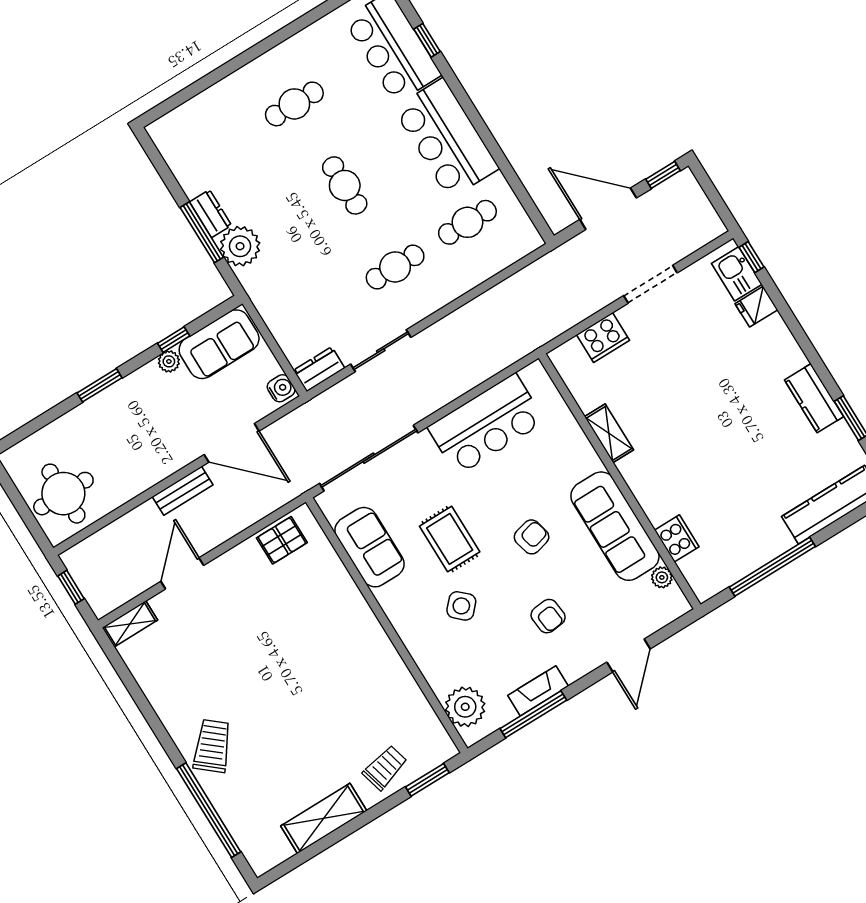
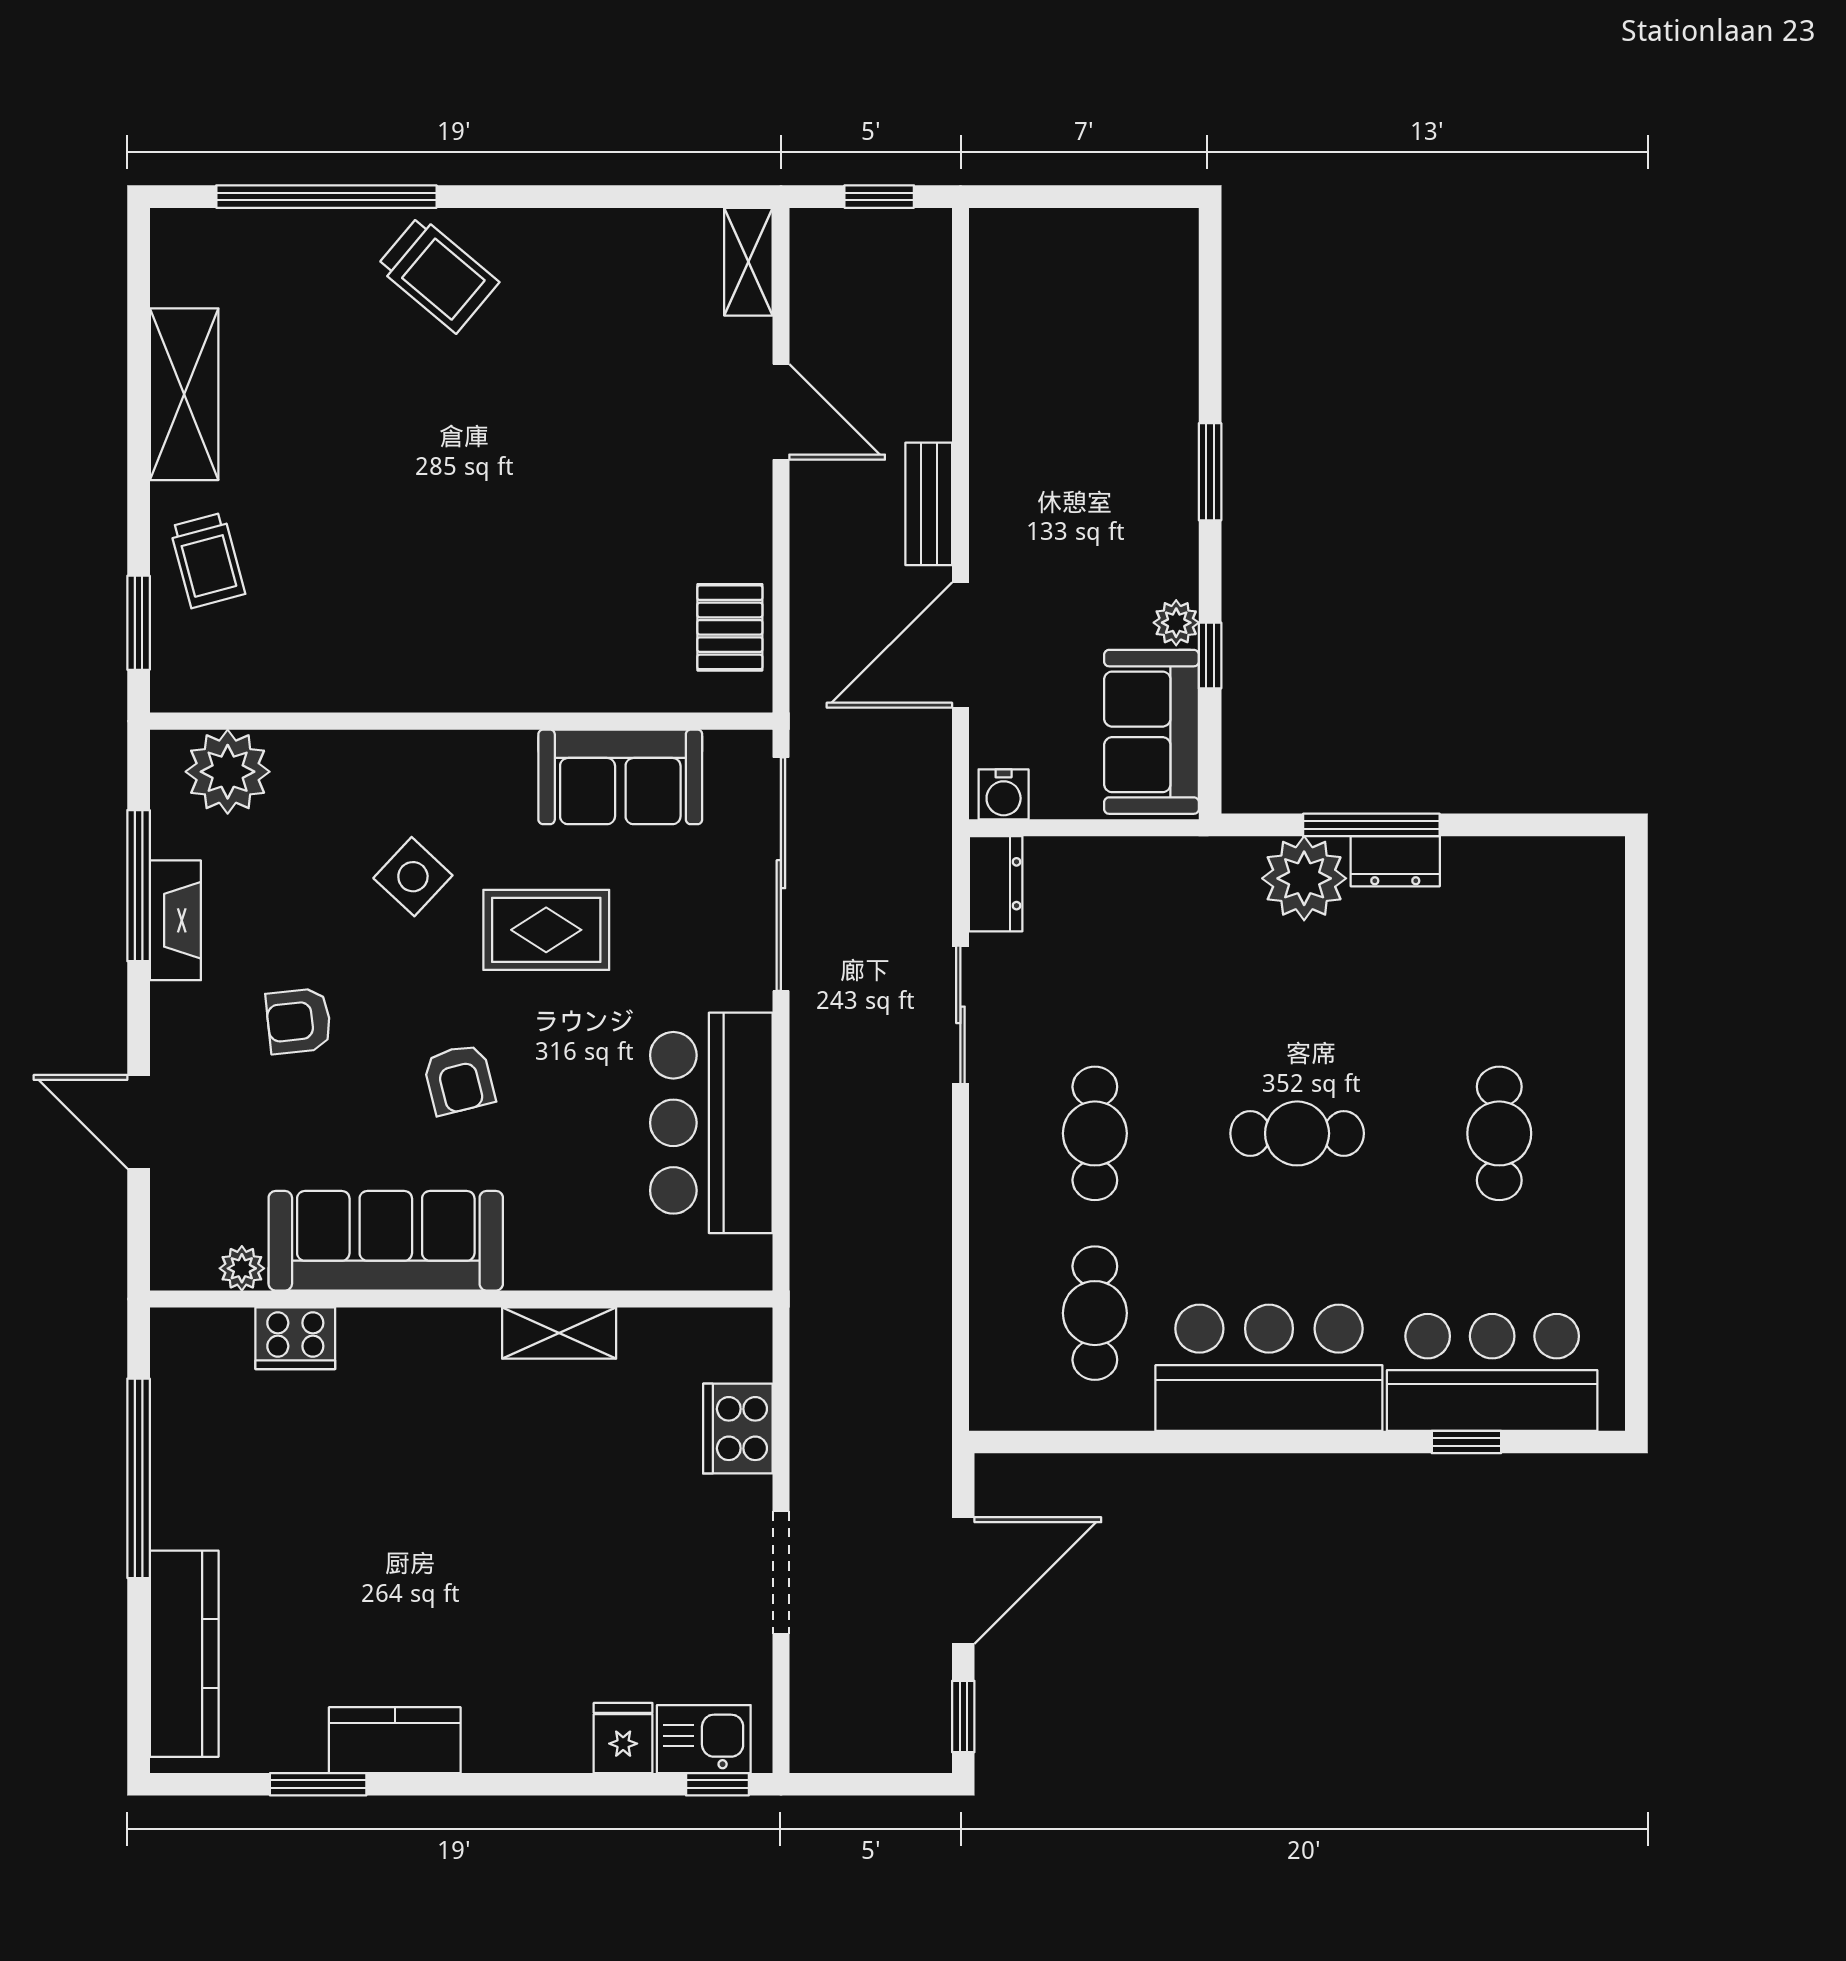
round table: (63, 494) -> (1056, 287), removed

